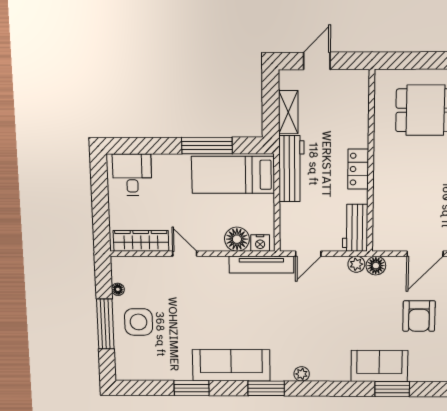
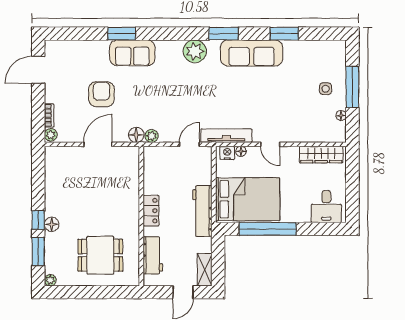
shelving: (288, 112) -> (205, 270), moved
window: (207, 146) -> (268, 229), width x1.46
bed: (233, 175) -> (248, 199), width x1.50
workbench: (355, 228) -> (153, 255), moved
floor lamp: (237, 239) -> (241, 151), width x0.53, depth x0.53
door: (185, 254) -> (270, 144), moved
side table: (139, 322) -> (326, 89), width x0.54, depth x0.54
plant: (302, 374) -> (195, 51), width x1.88, depth x1.88

